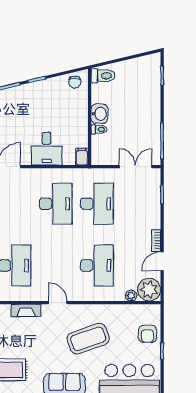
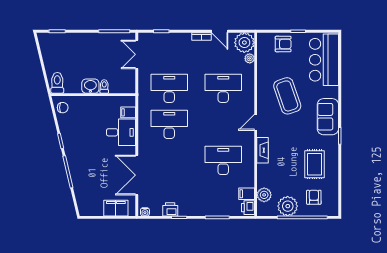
filing cabinet: (82, 157) -> (128, 112), moved

